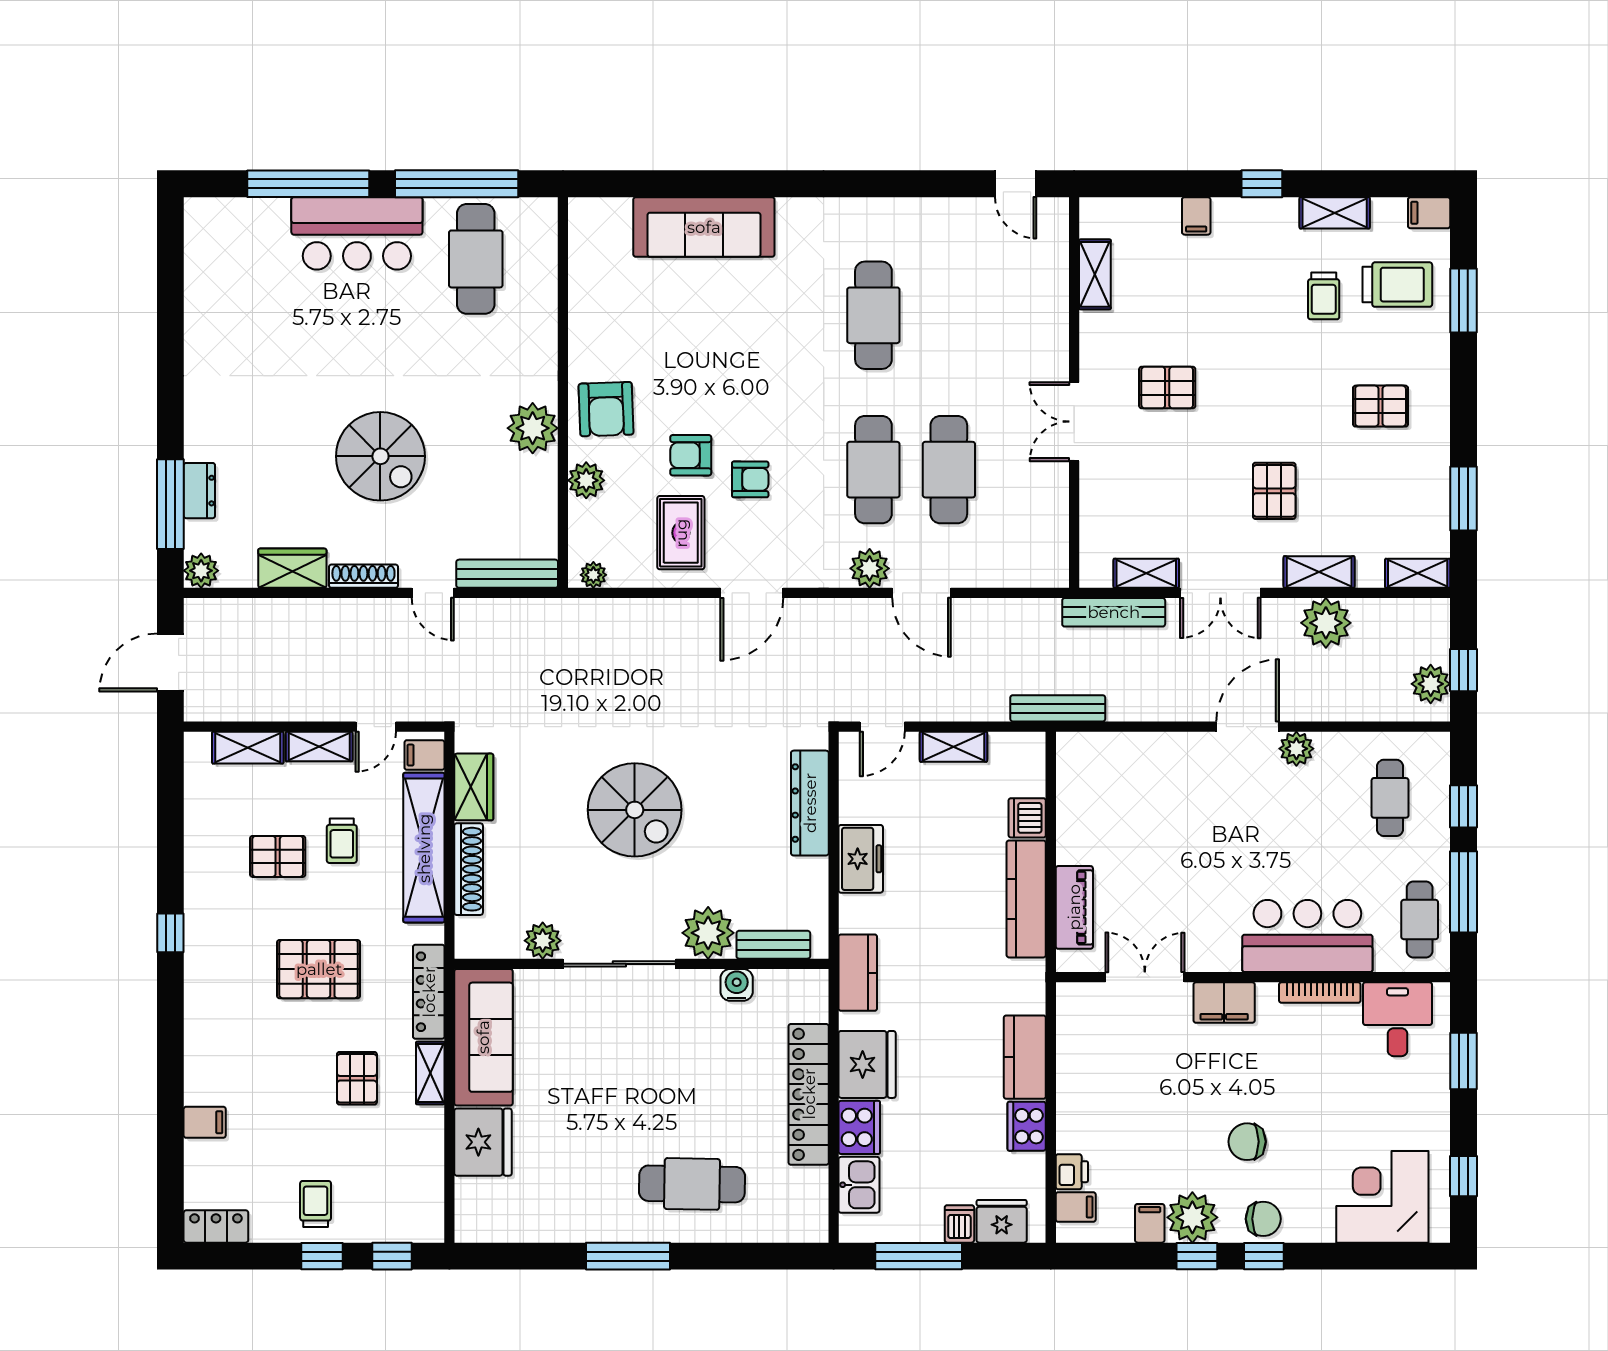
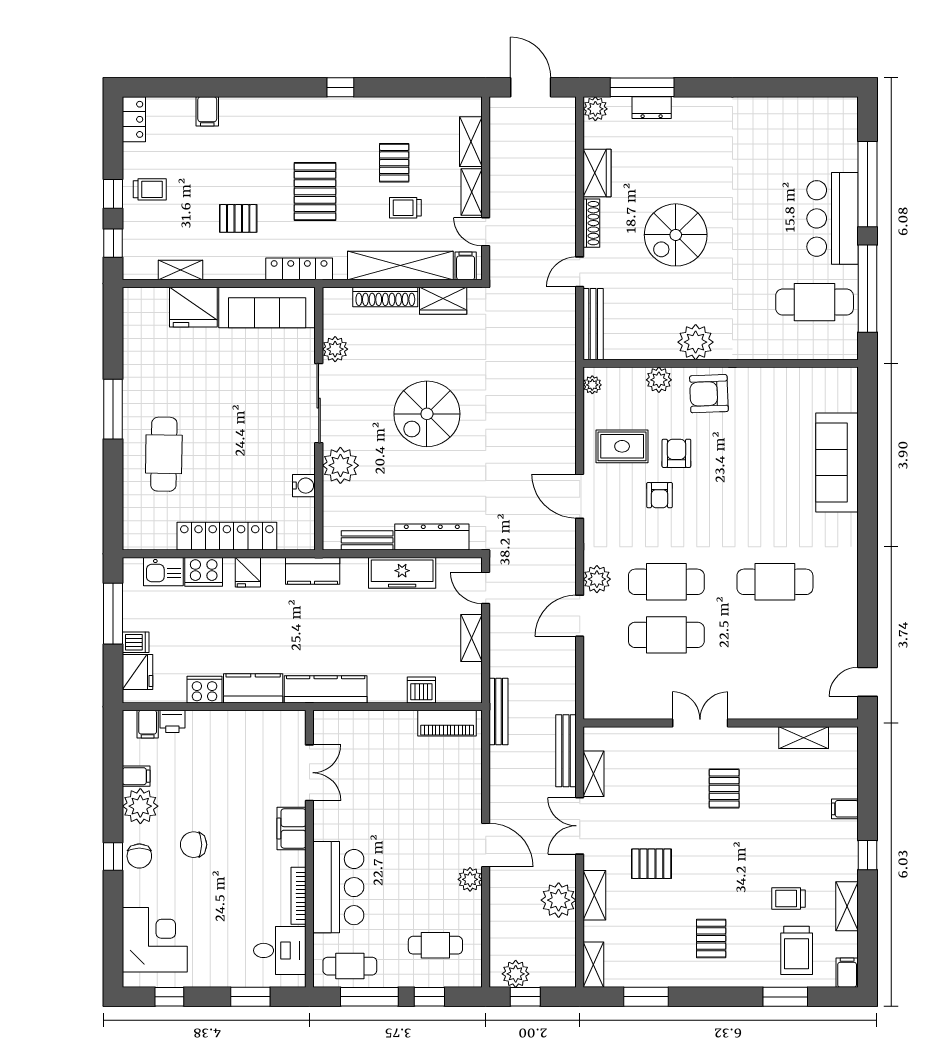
freezer: (861, 859) -> (402, 573), width x1.40
kitchen counter: (1026, 899) -> (326, 689), moved
piano: (1074, 907) -> (447, 723), moved
bench: (773, 945) -> (367, 540), moved, turned 90
fridge: (867, 1064) -> (248, 572), width x0.53, depth x0.75
shelving: (430, 1073) -> (180, 270), moved
chair: (1247, 1142) -> (194, 845), turned -90
window: (1197, 1256) -> (113, 809), removed

